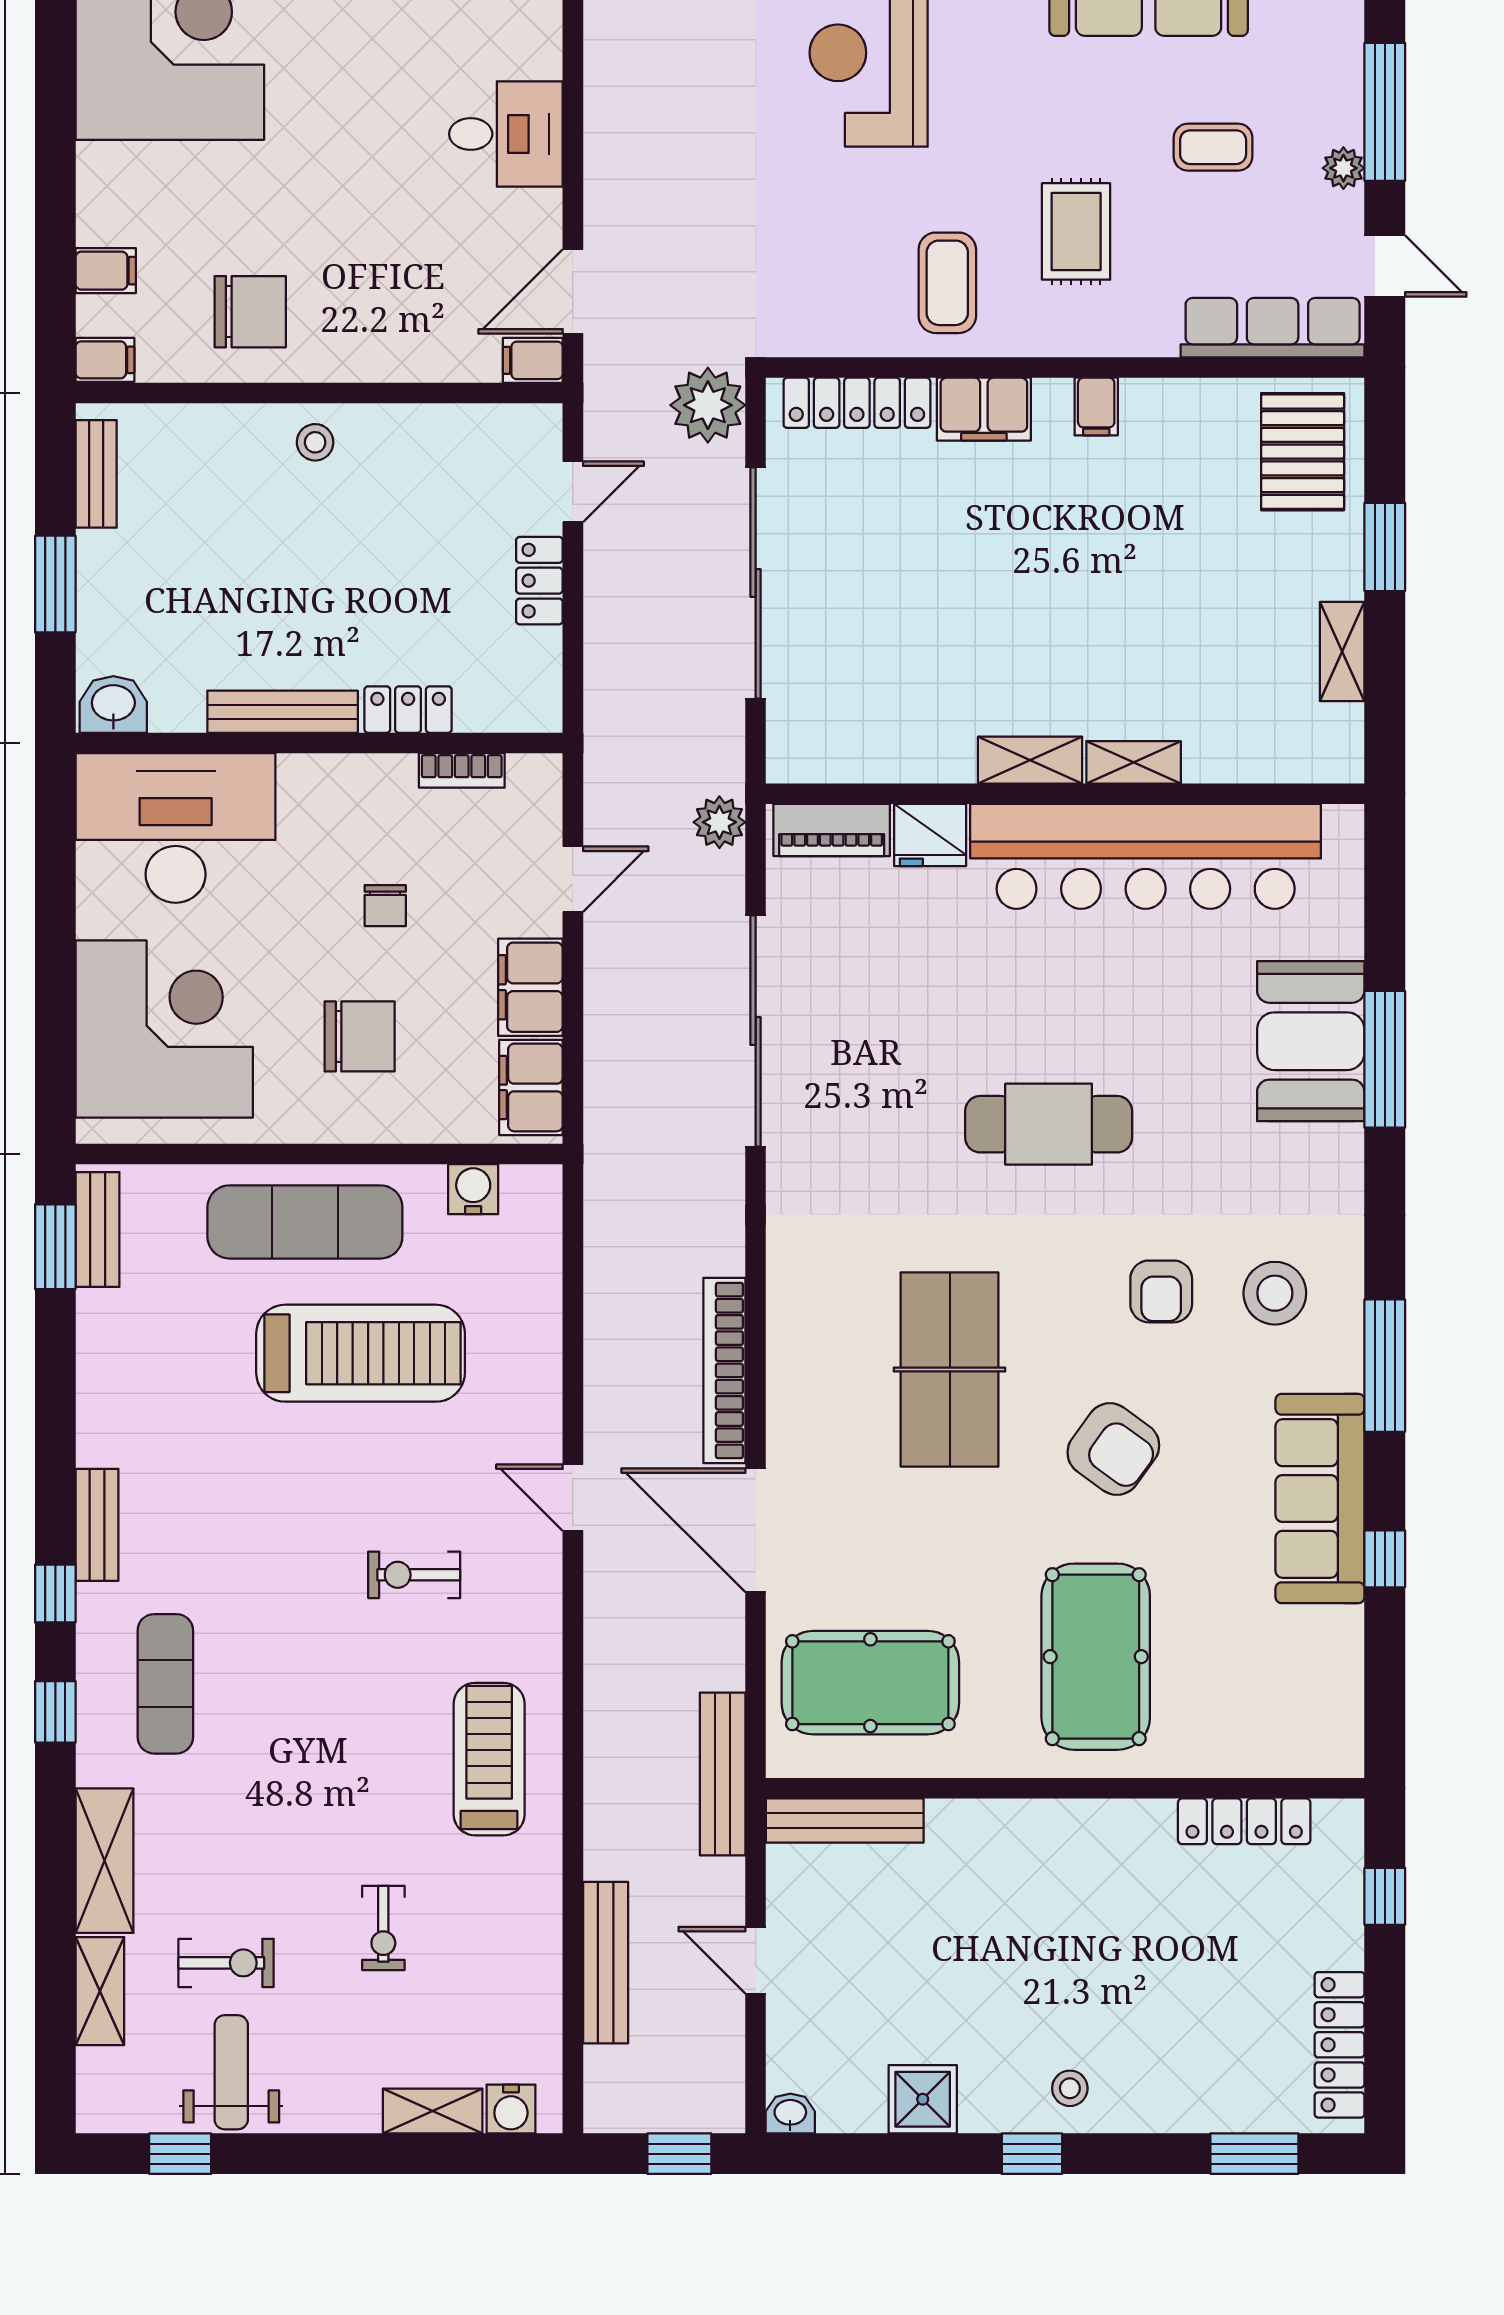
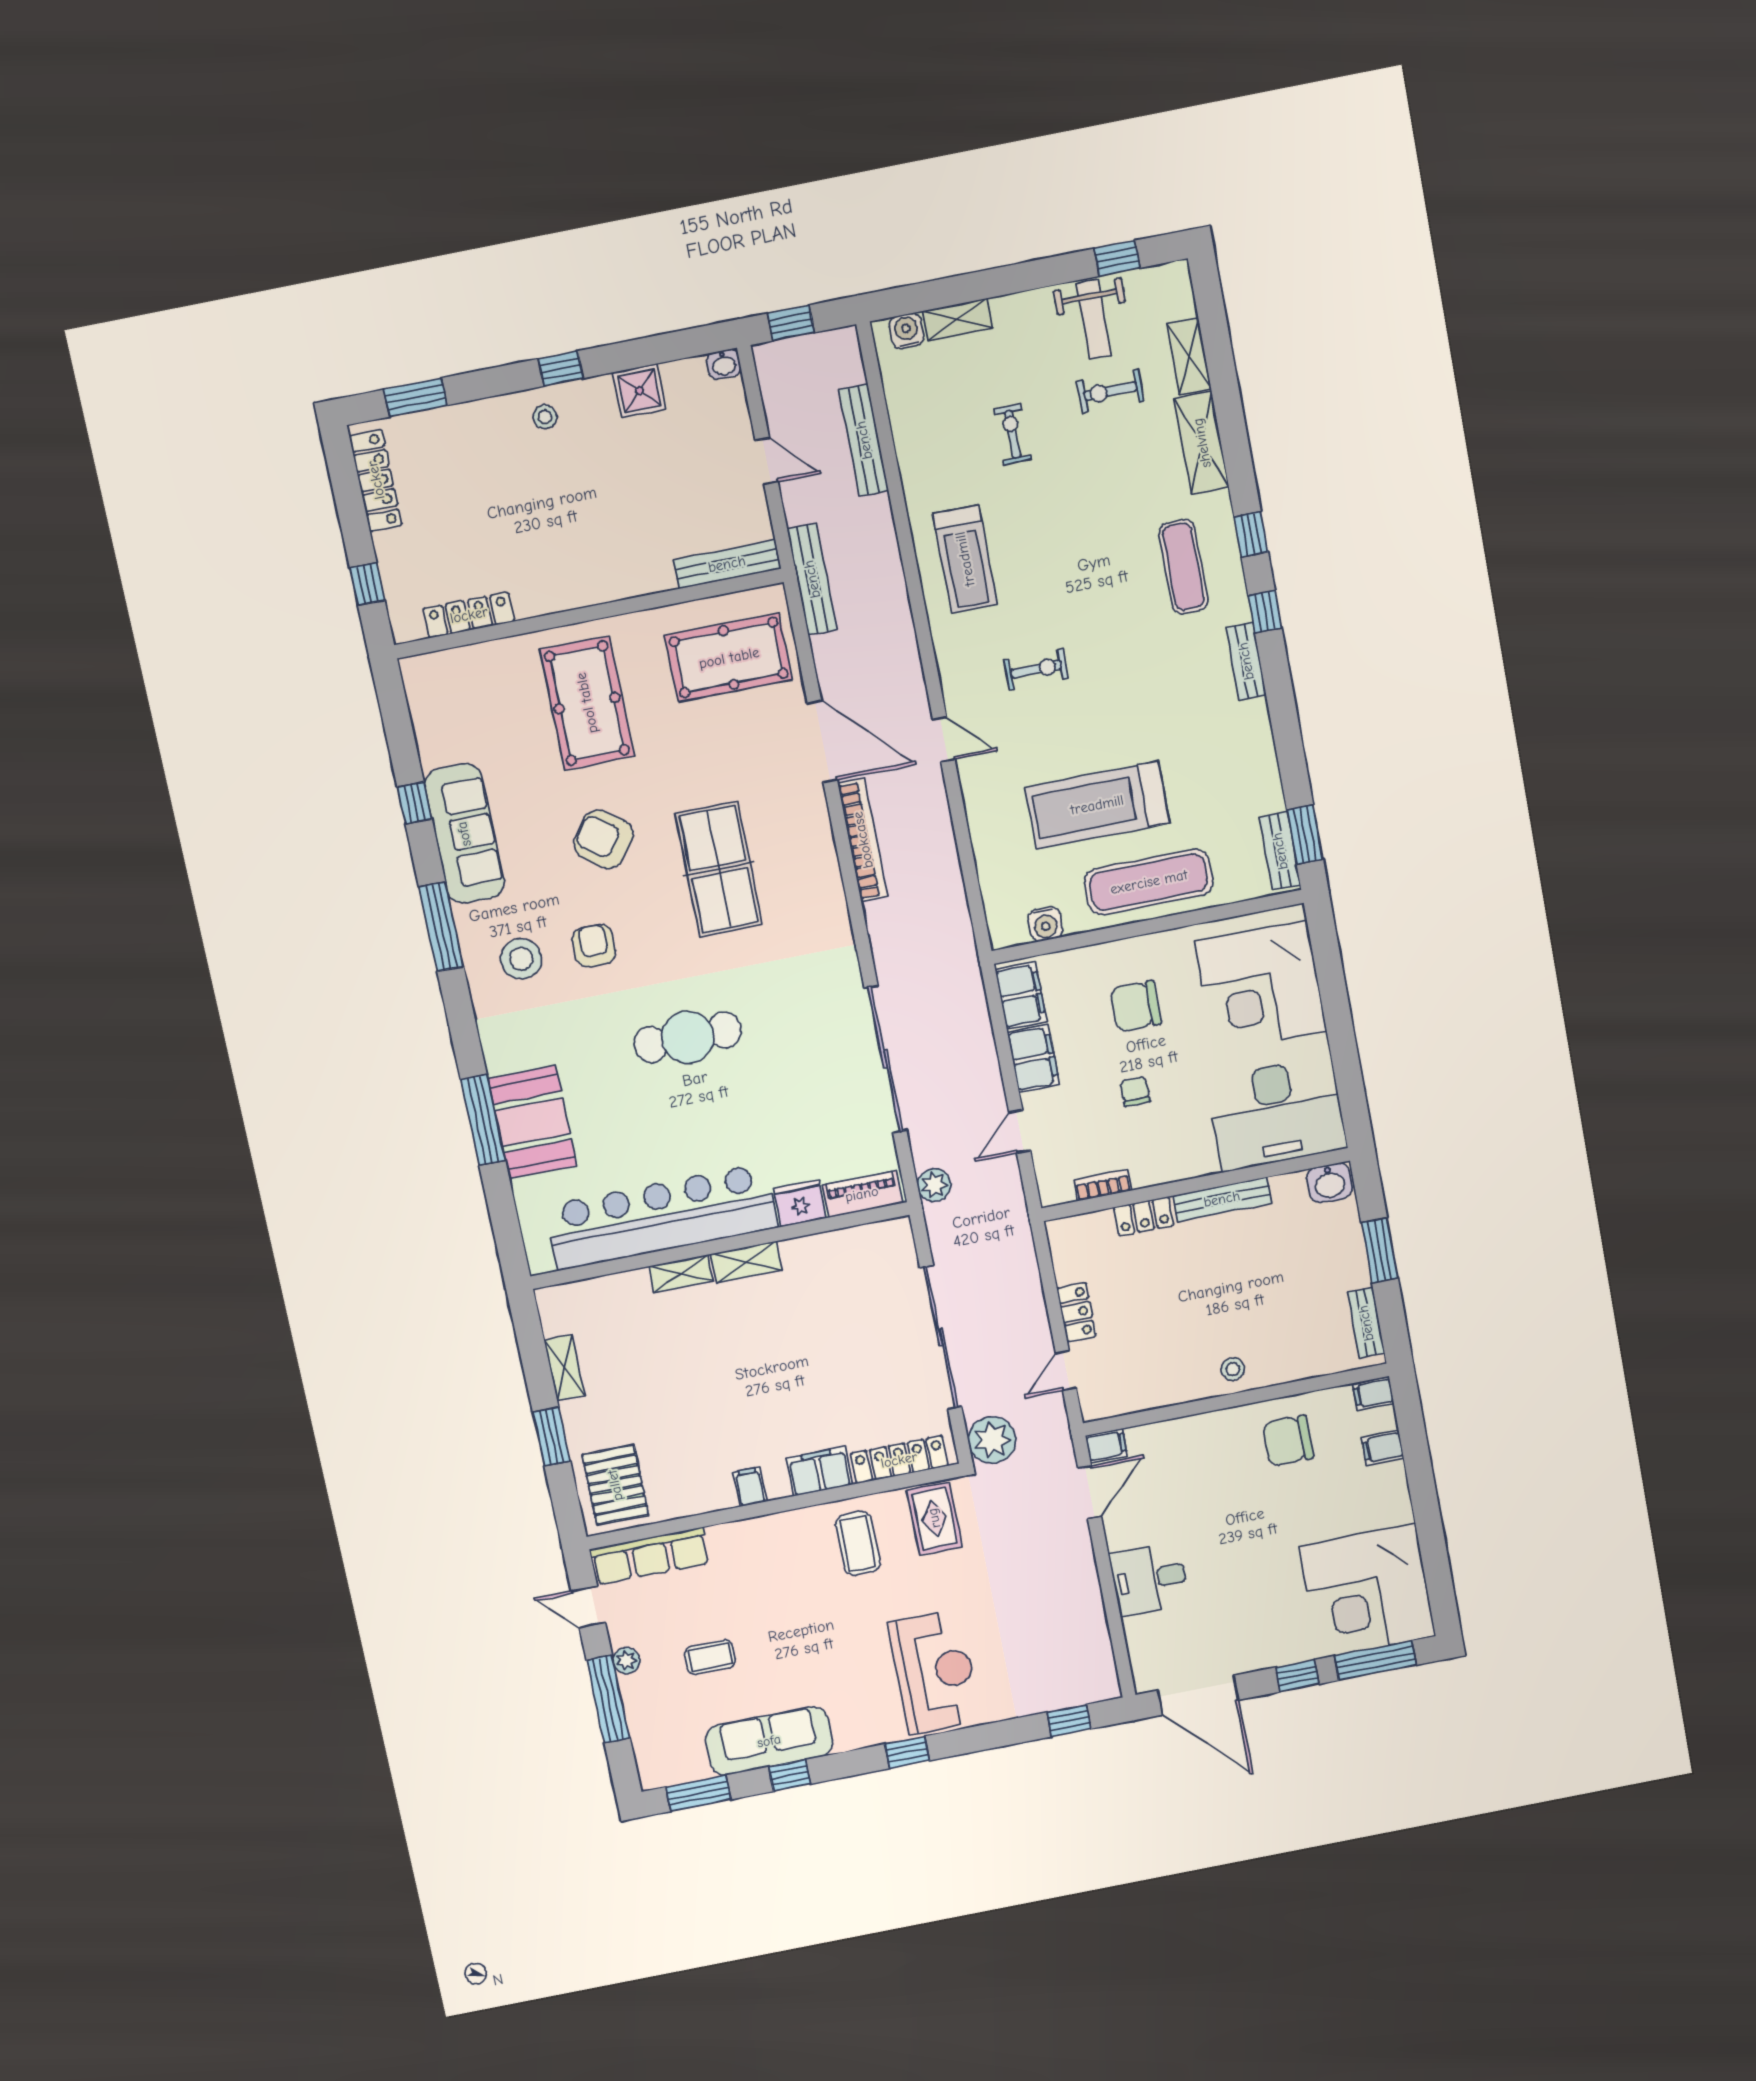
rug: (1076, 231) -> (934, 1518), moved

